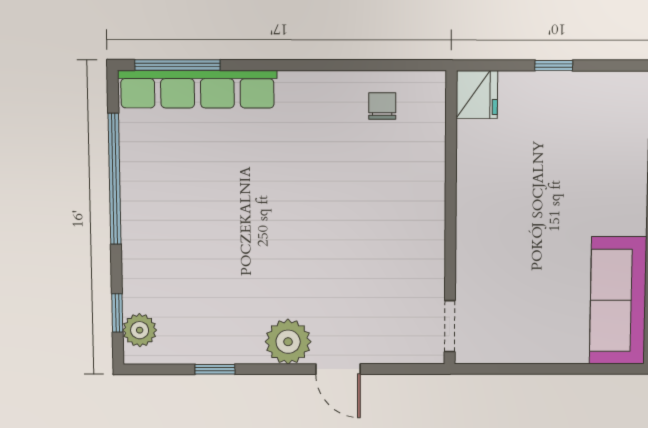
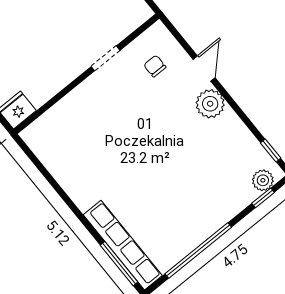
chair: (382, 106) -> (155, 66), moved, turned 90
doorway: (450, 326) -> (105, 58), moved
window: (215, 369) -> (271, 150), moved

